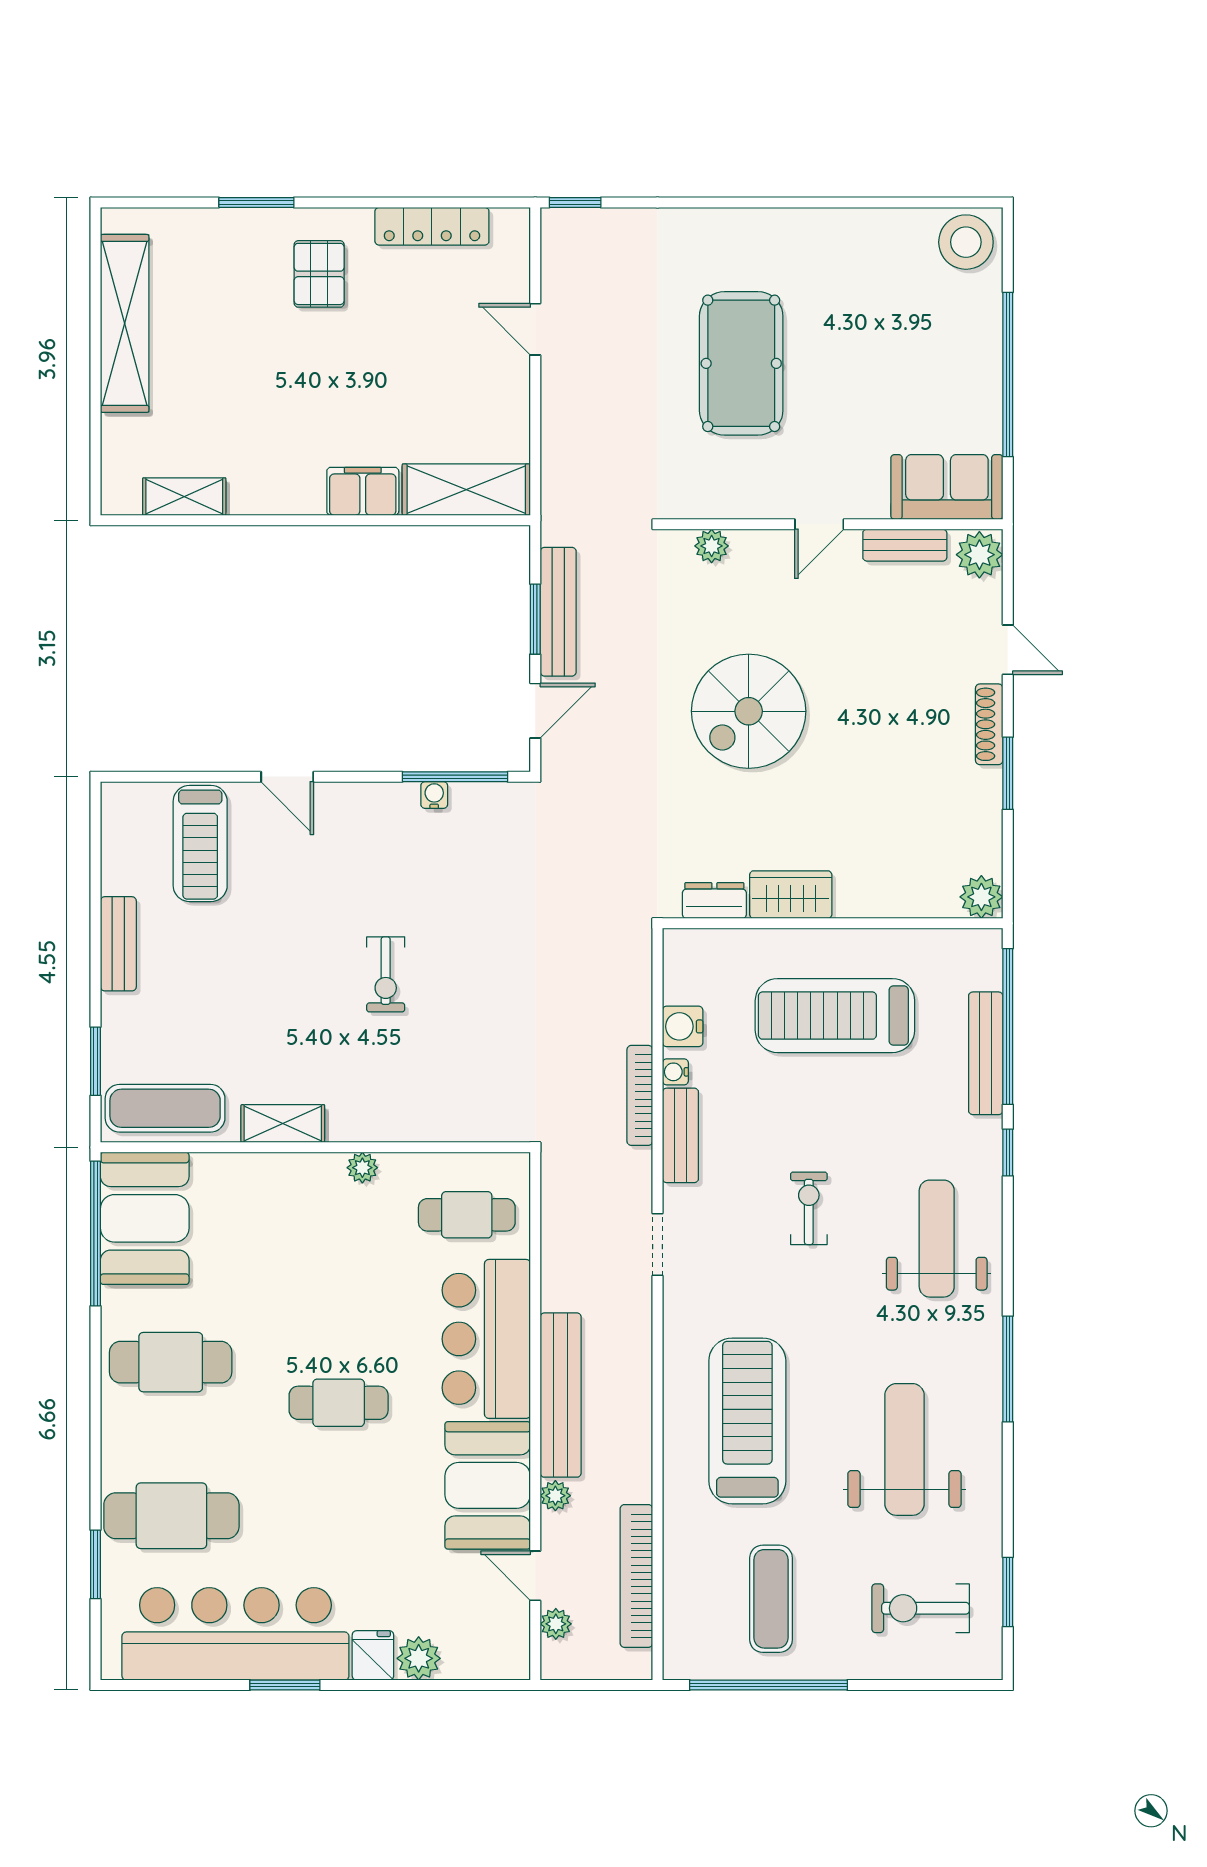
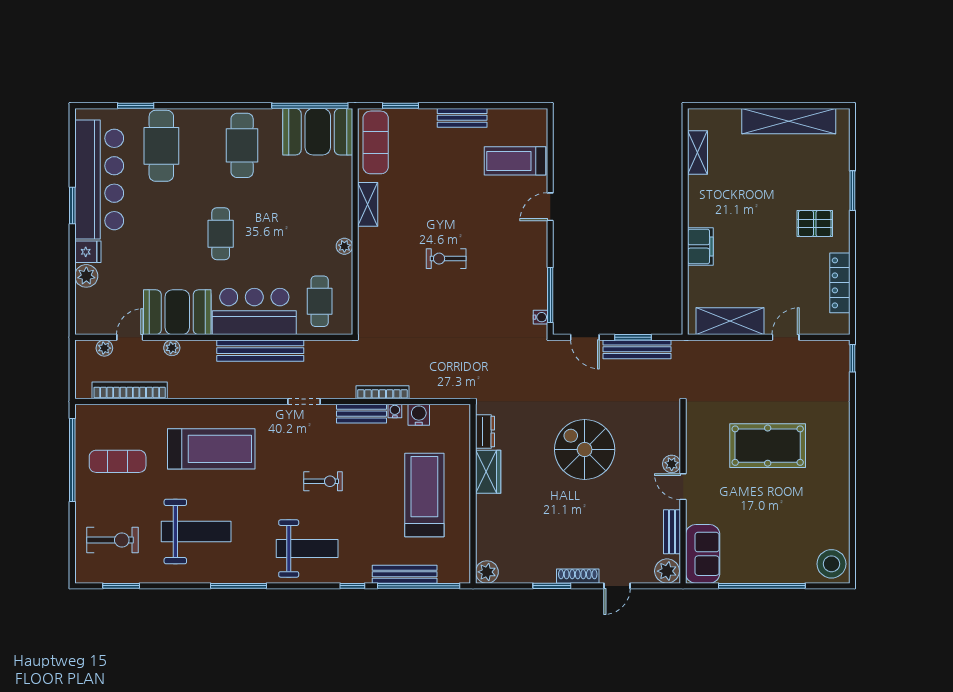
shelving: (466, 490) -> (730, 321), moved, turned 90
plant: (712, 546) -> (672, 464), moved
water cooler: (434, 795) -> (541, 317), moved
bench: (561, 1395) -> (260, 351), moved
exercise bike: (921, 1608) -> (113, 540), turned 90

